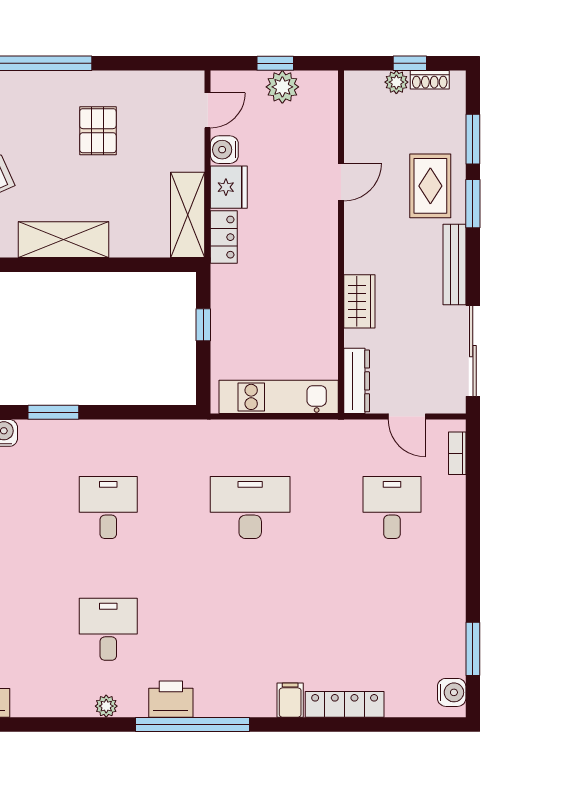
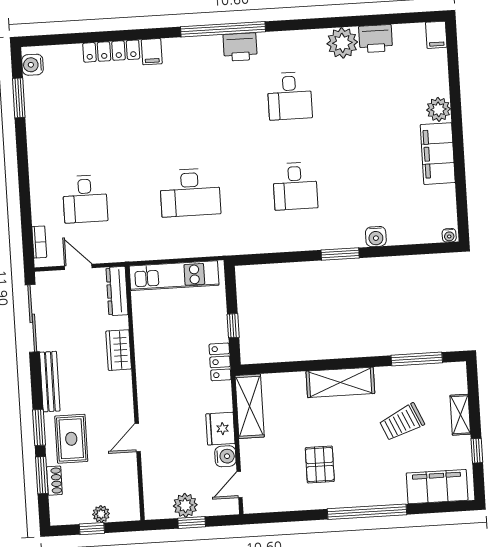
shoe rack: (430, 80) -> (54, 481), moved, turned 90
locker: (224, 237) -> (220, 362), moved
plant: (106, 706) -> (342, 43), moved, width x1.87, depth x1.87

